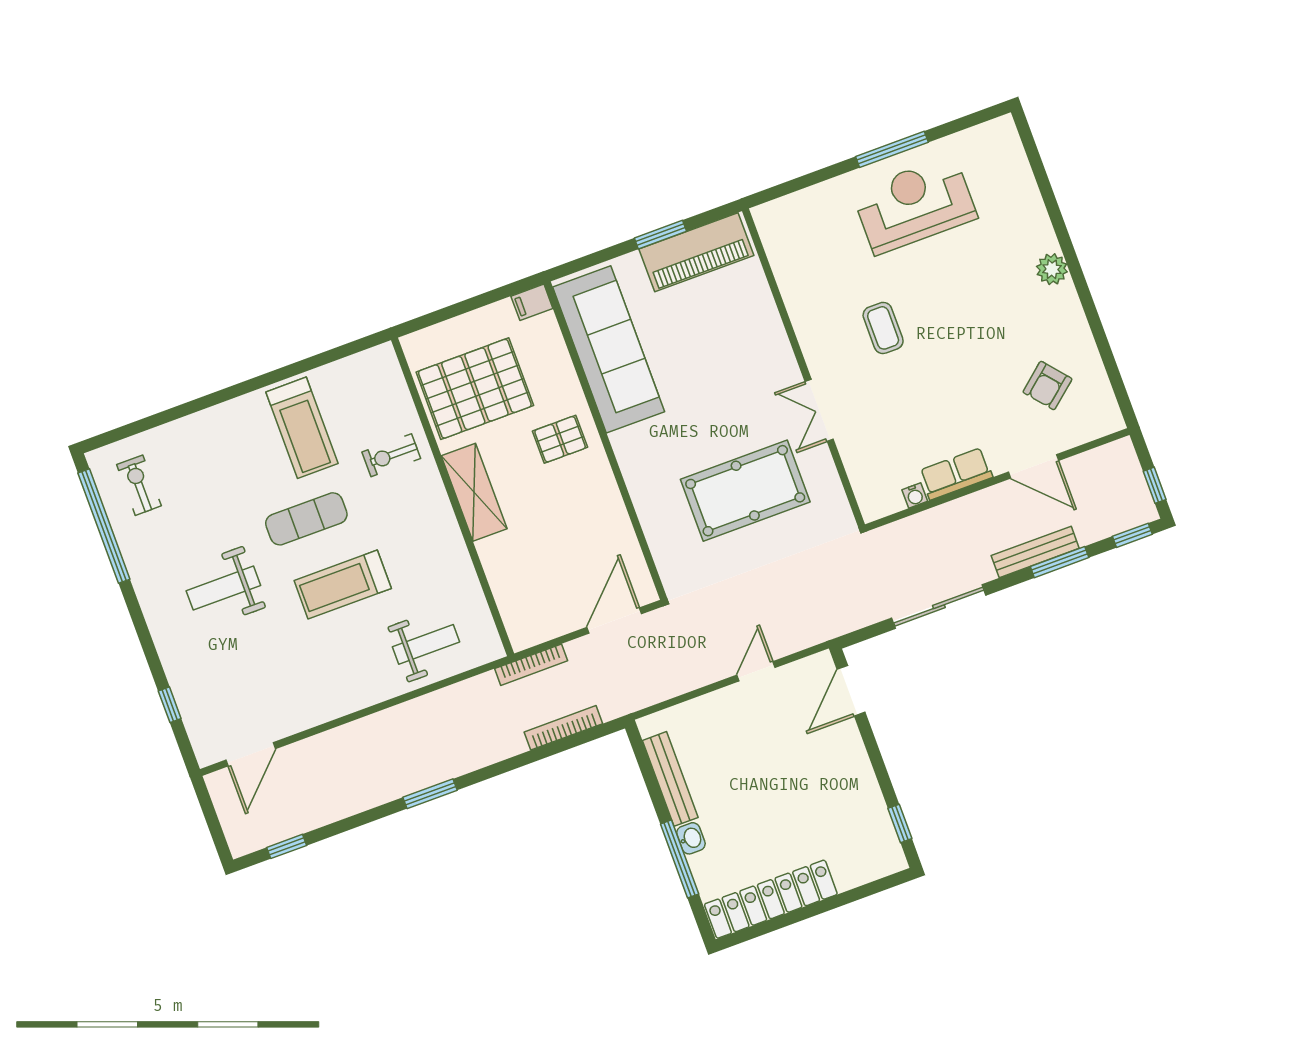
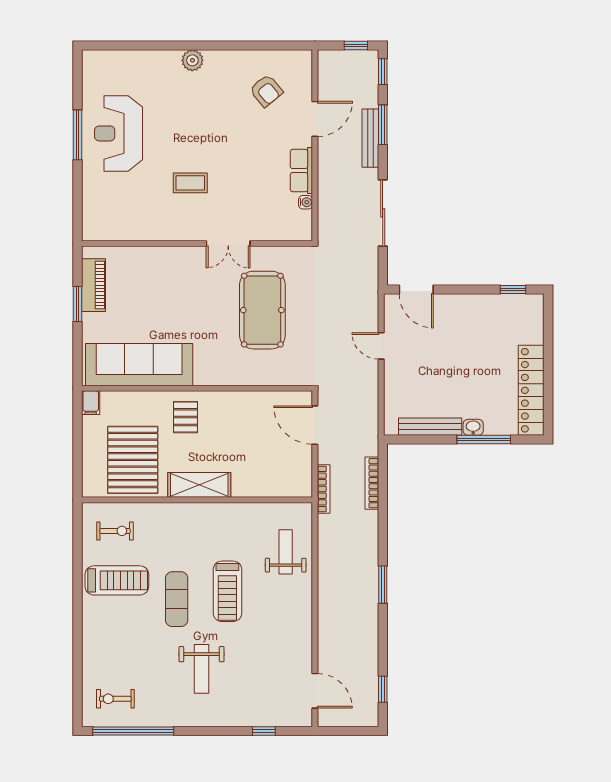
piano: (696, 252) -> (94, 285), width x0.73, depth x0.75
exercise bike: (391, 455) -> (115, 531), moved, turned -90

